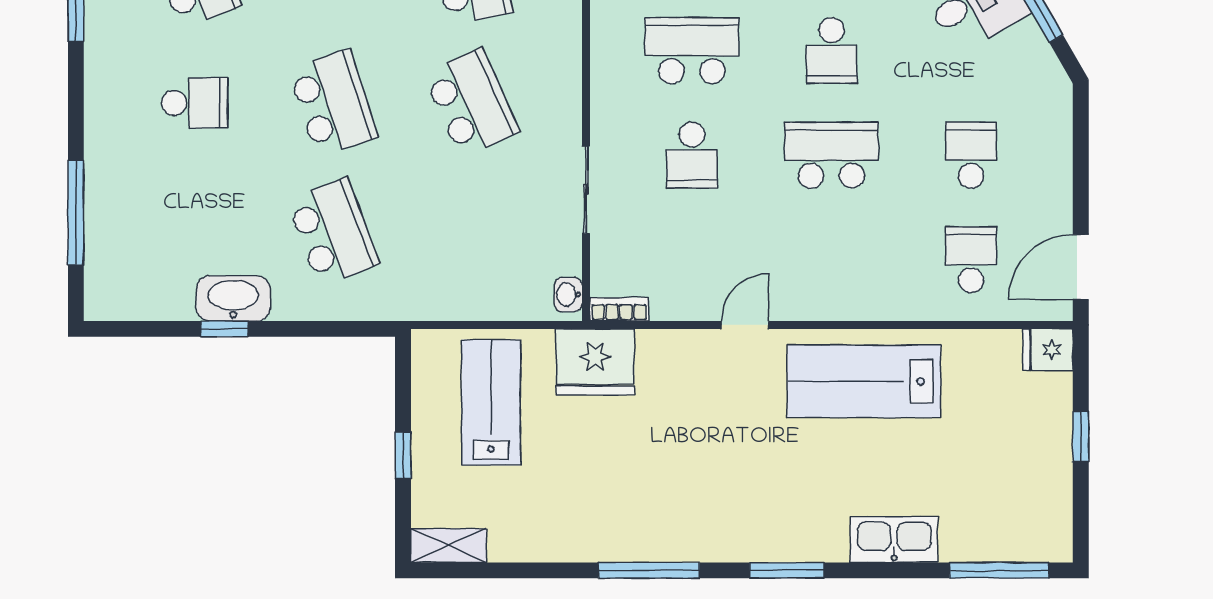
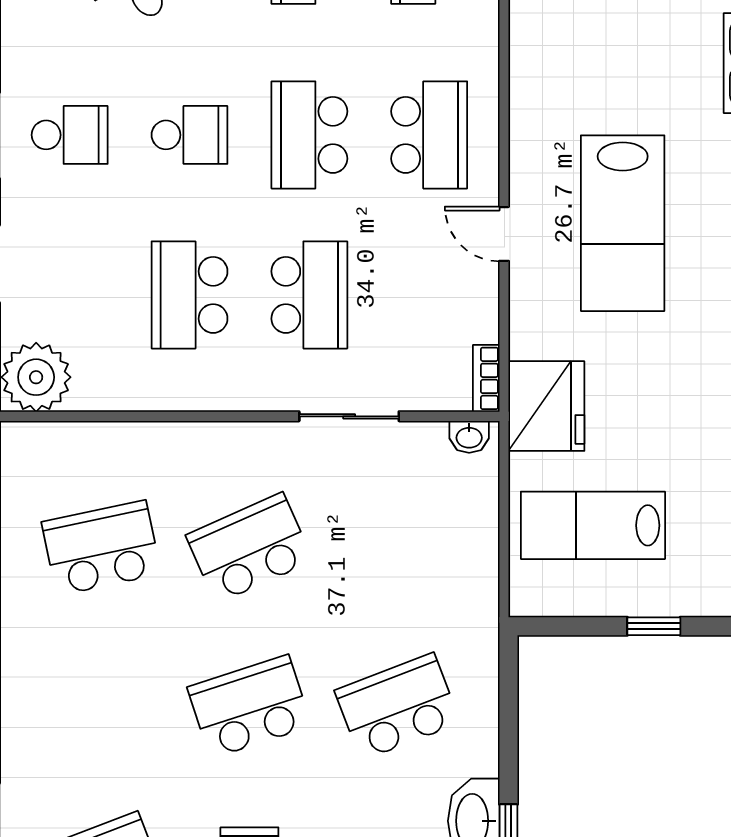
school desk: (692, 155) -> (309, 295), width x1.85
school desk: (831, 260) -> (429, 135), added
lab bench: (864, 381) -> (623, 223), moved

